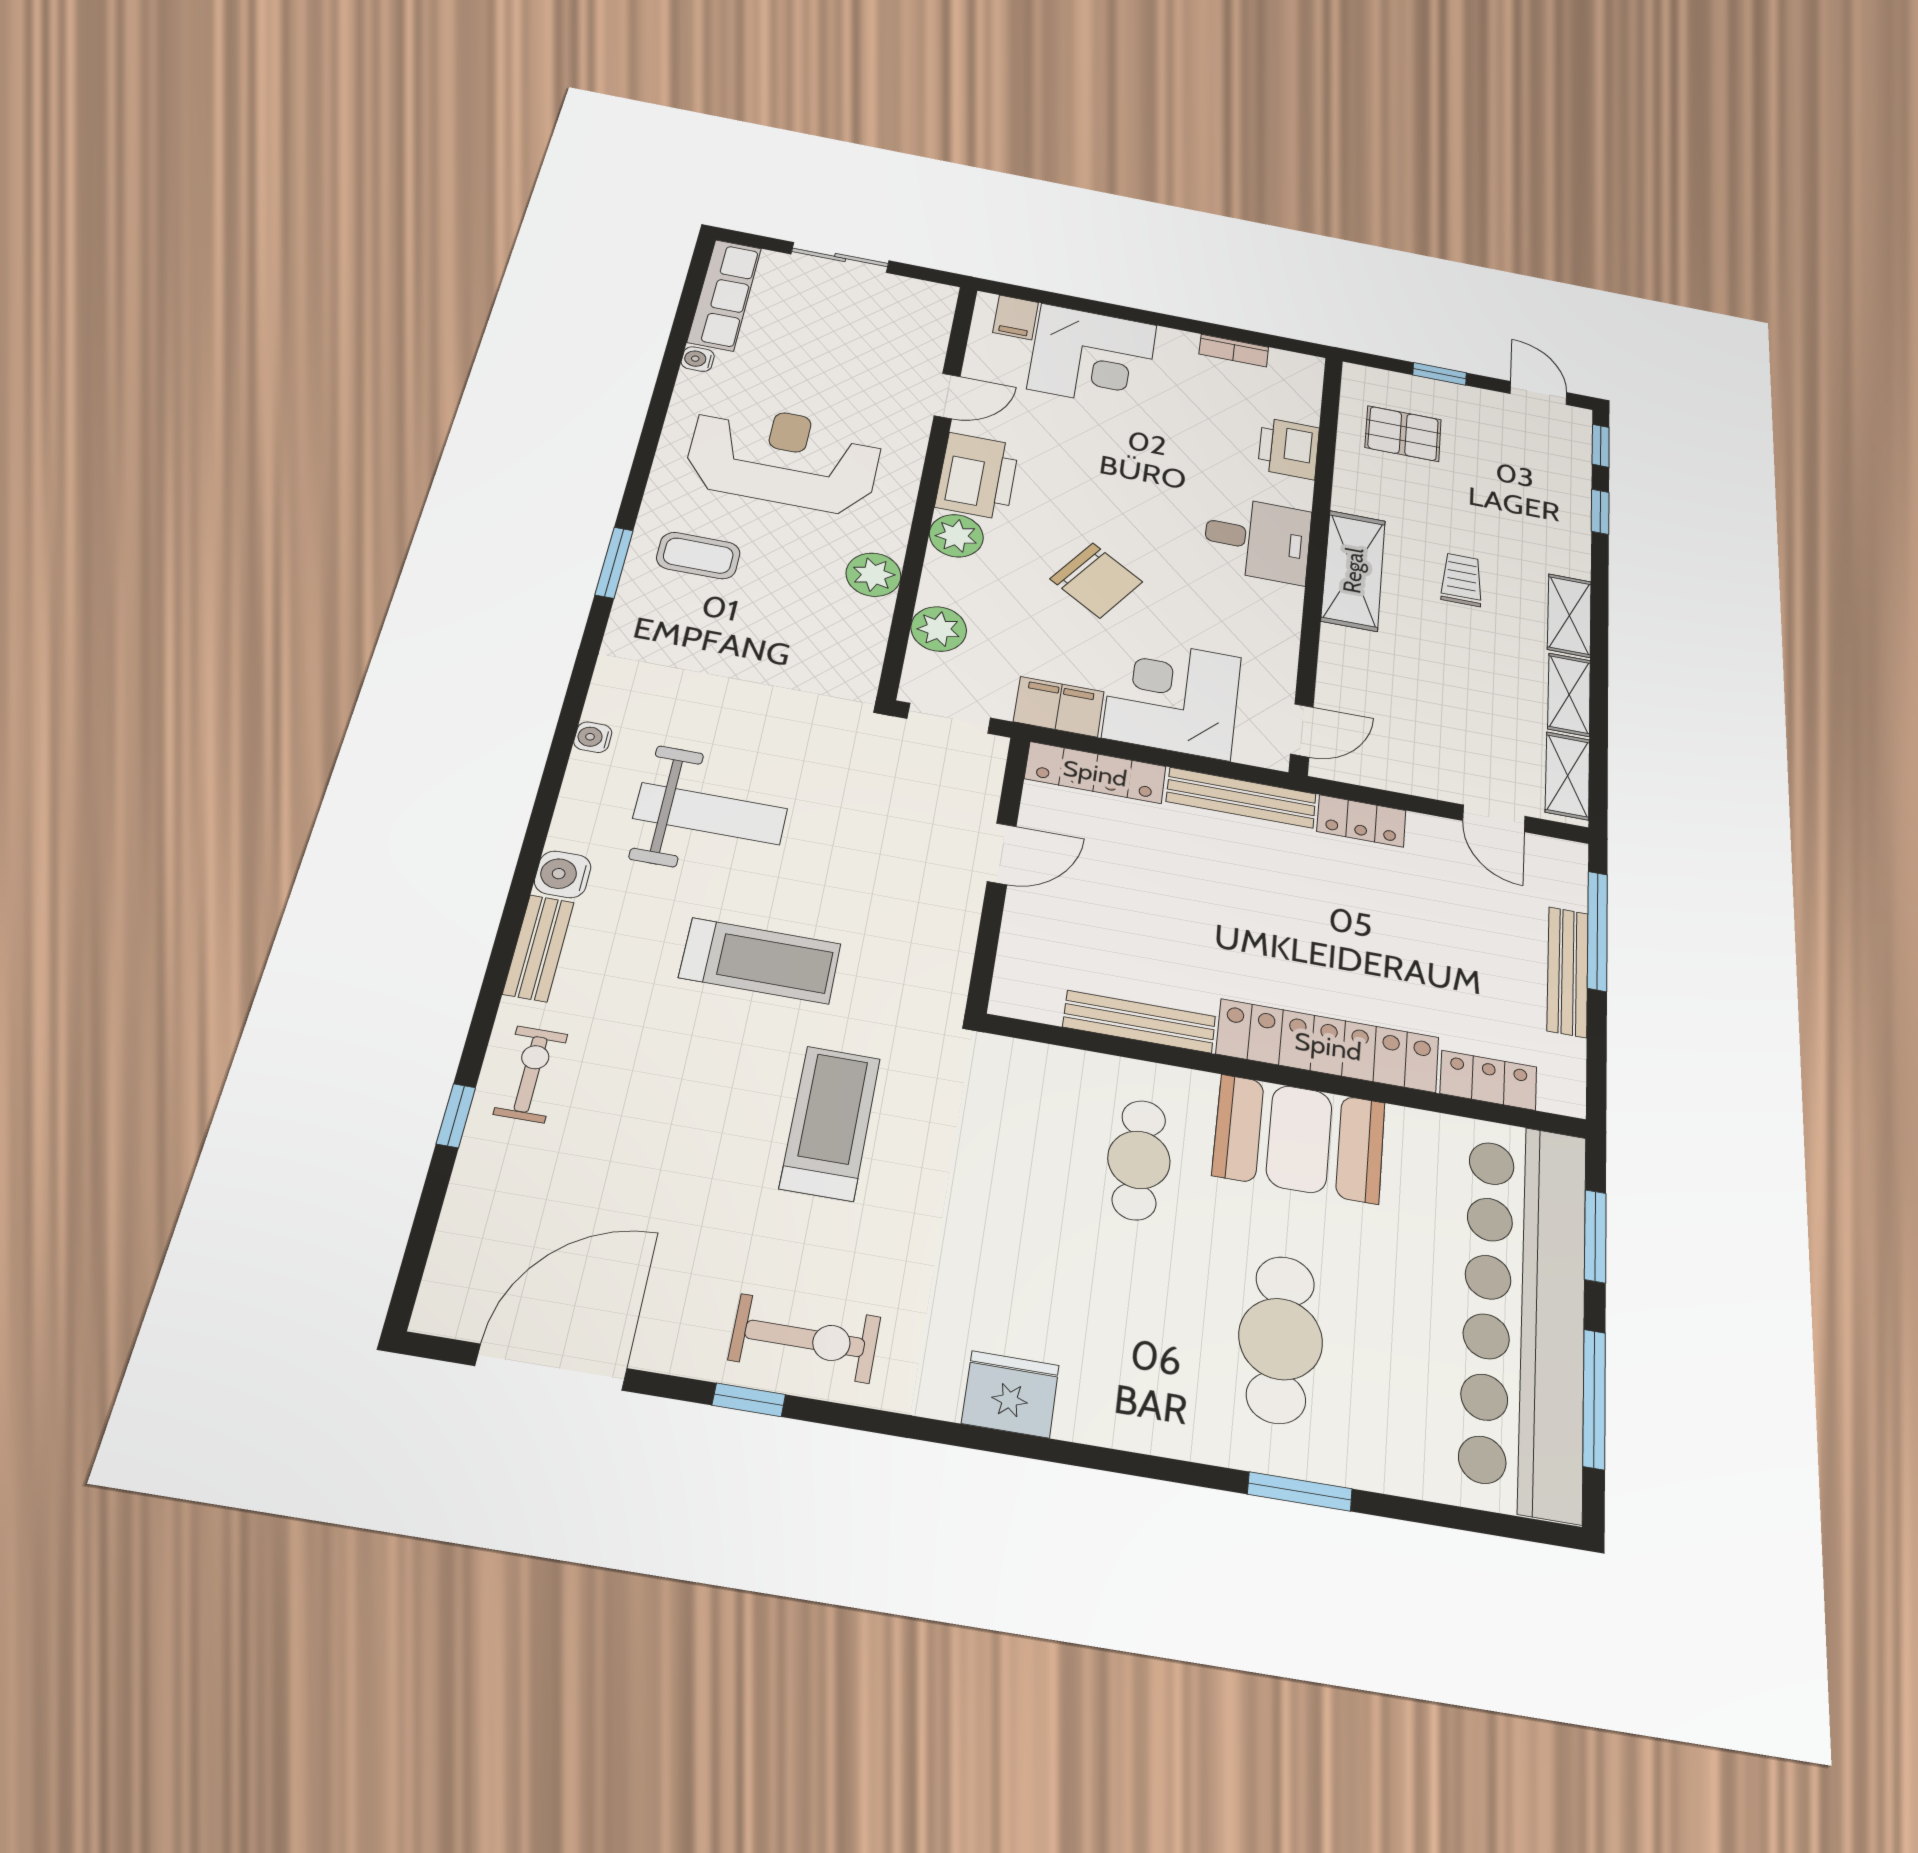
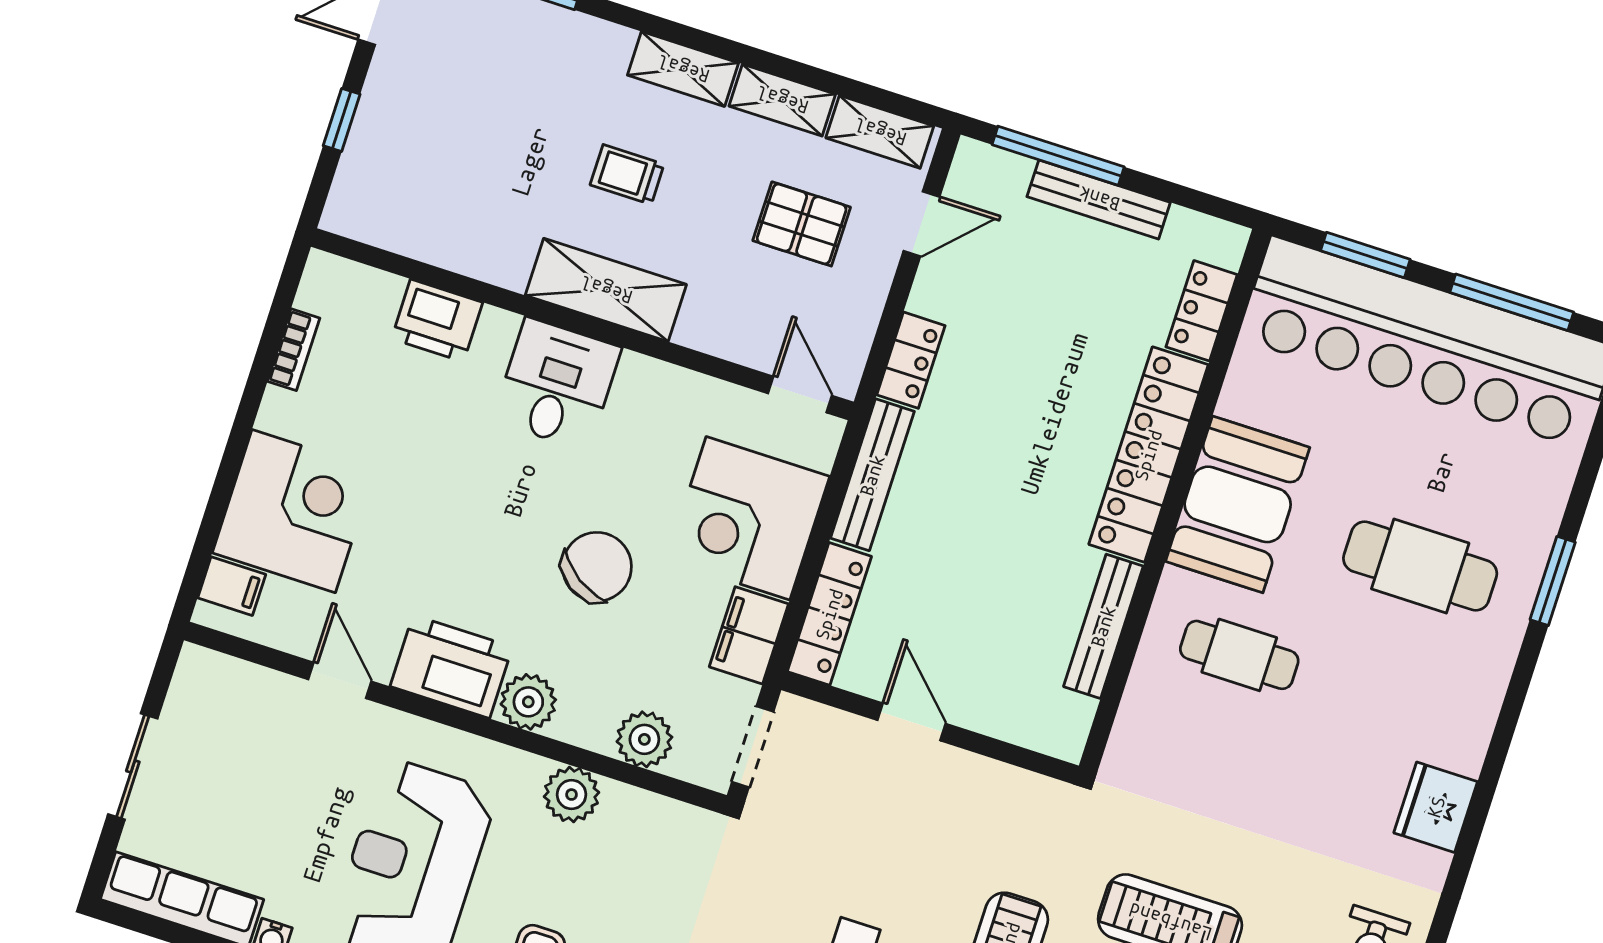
pallet: (1403, 434) -> (802, 224), moved, turned 90

